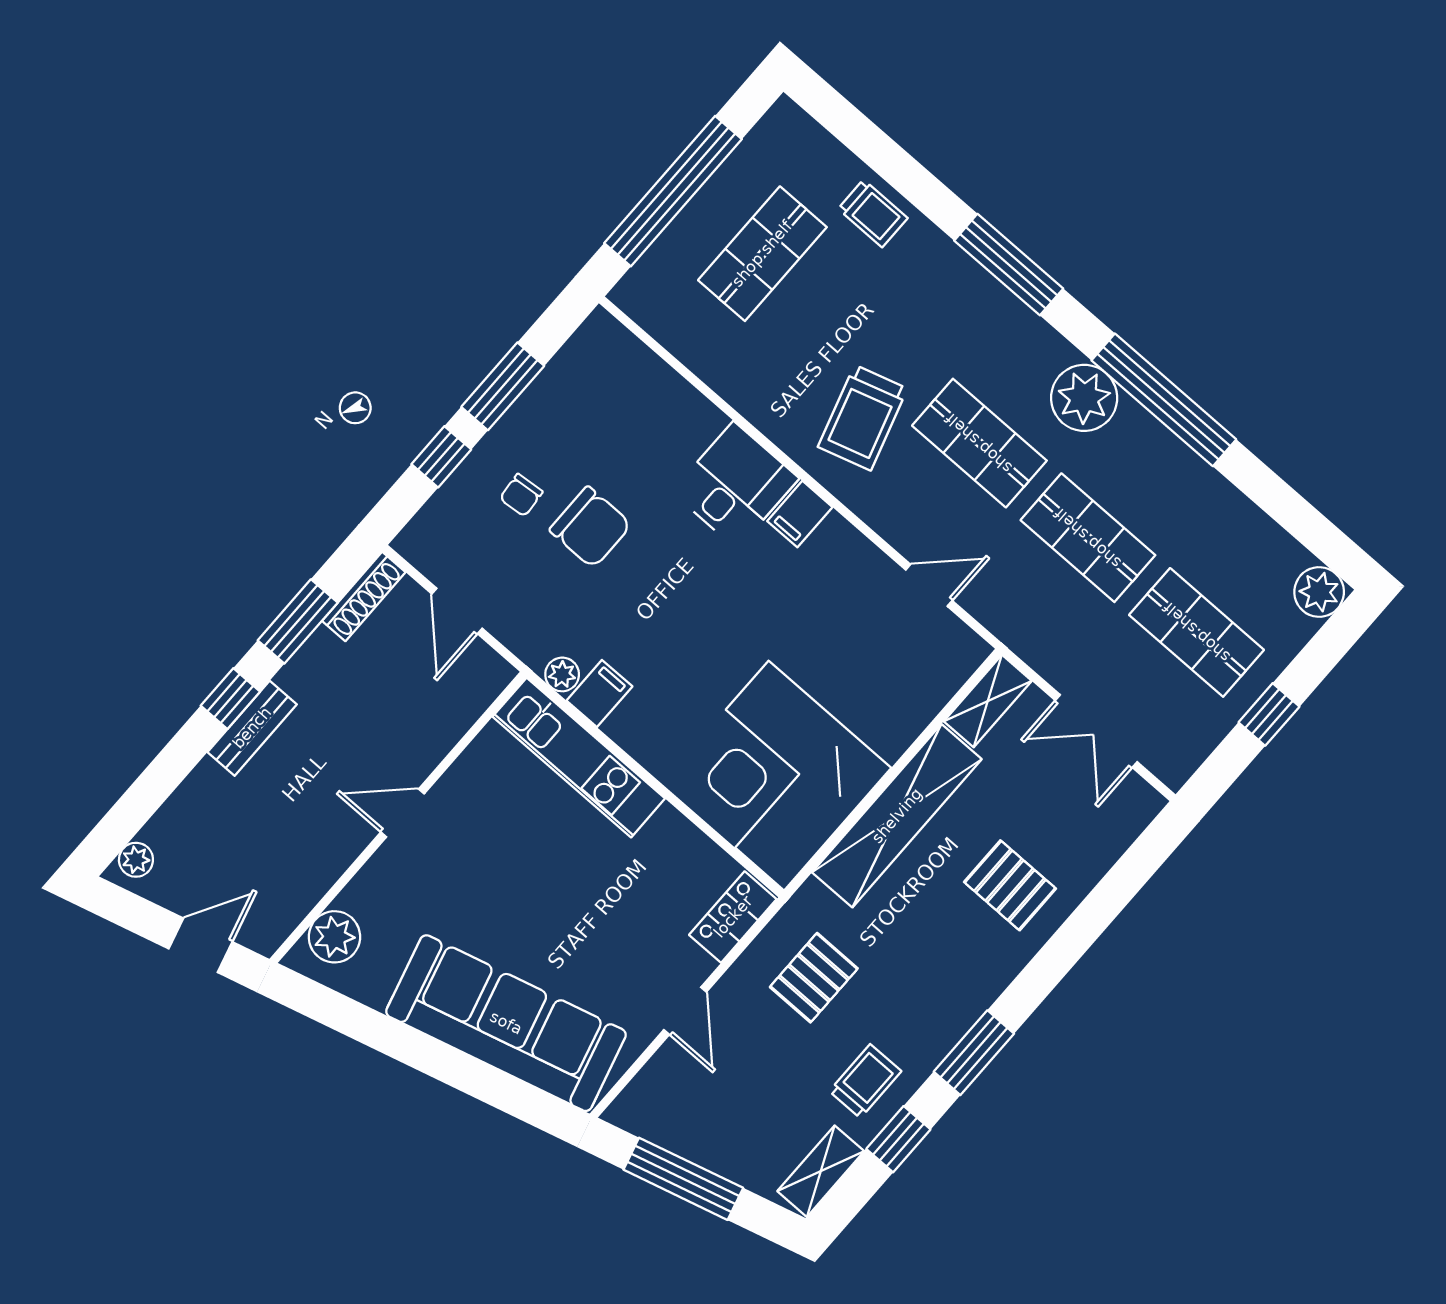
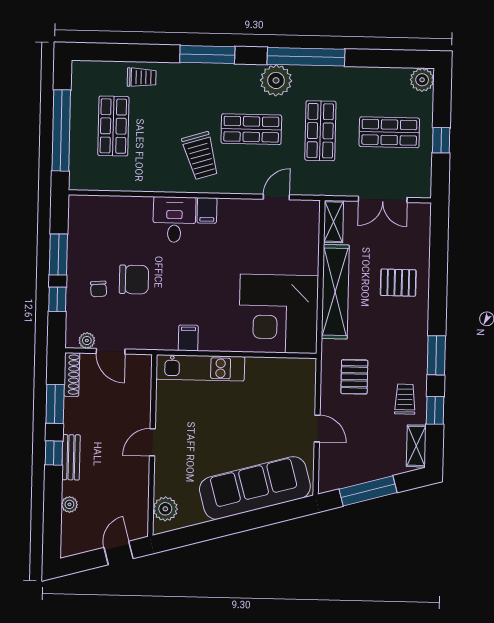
shop shelf: (1088, 538) -> (320, 131), turned 90
plant: (562, 674) -> (87, 341), moved
plant: (136, 860) -> (69, 504), moved
locker: (733, 917) -> (306, 379), removed

